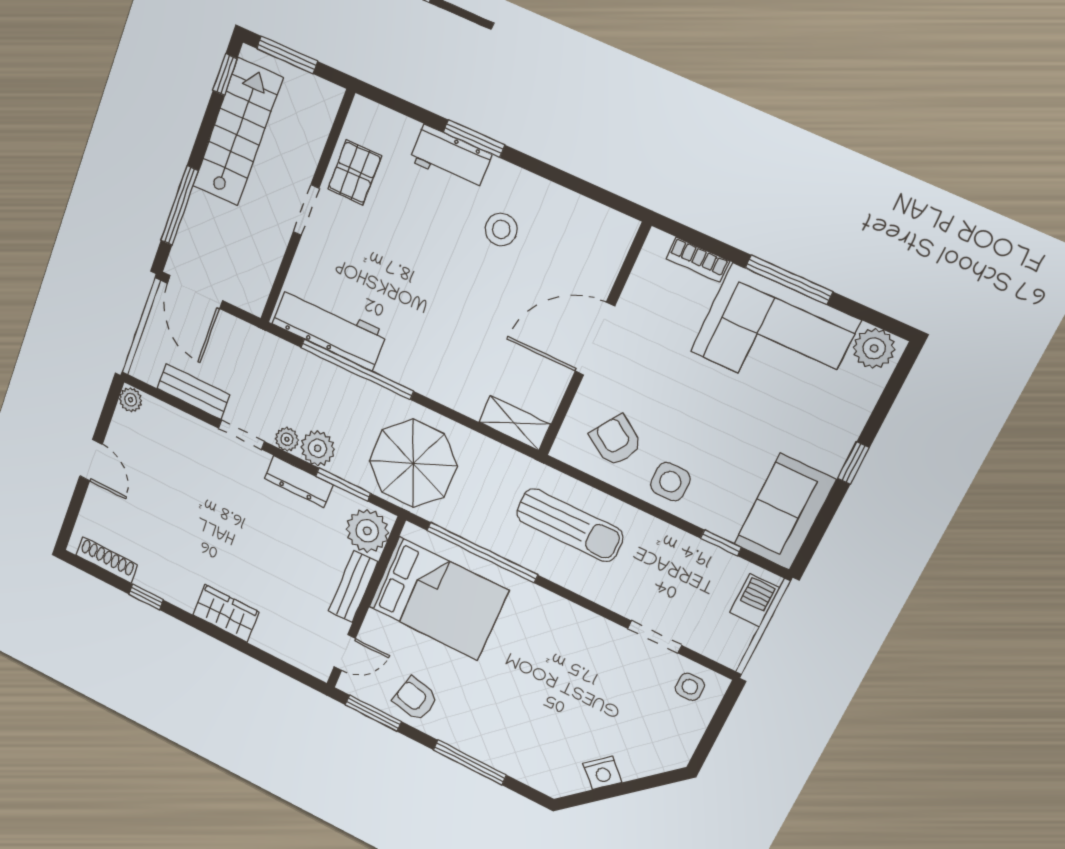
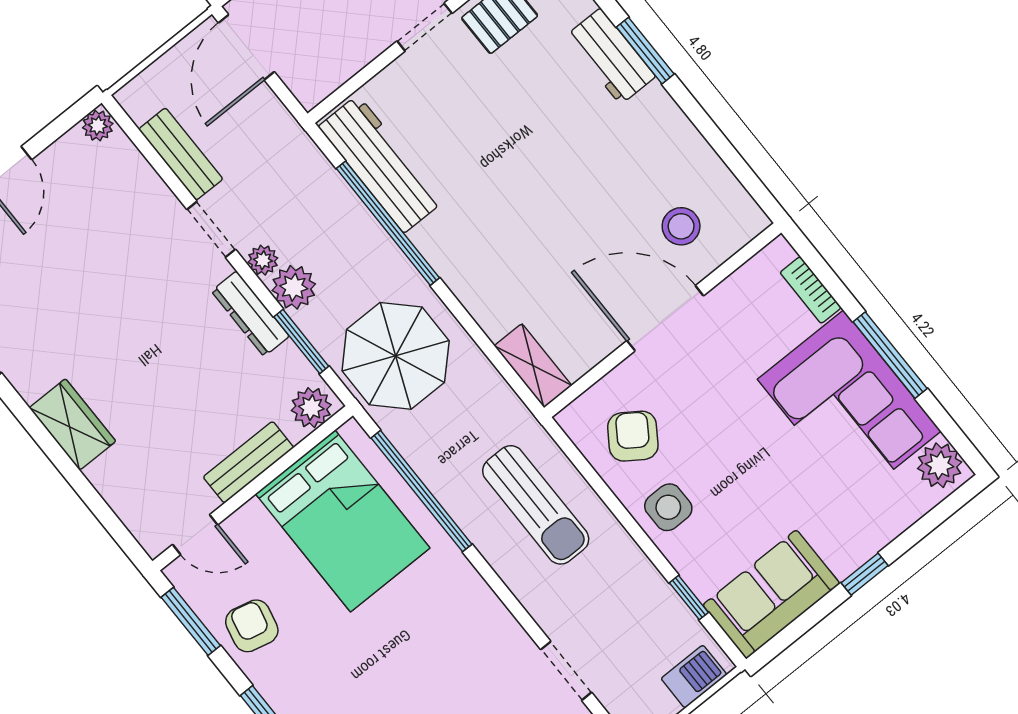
stool: (501, 229) -> (681, 226), moved
plant: (367, 531) -> (311, 408), width x0.73, depth x0.73

